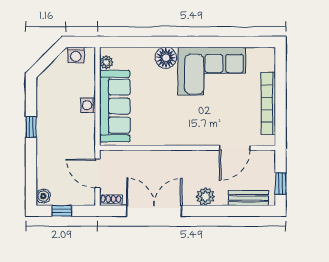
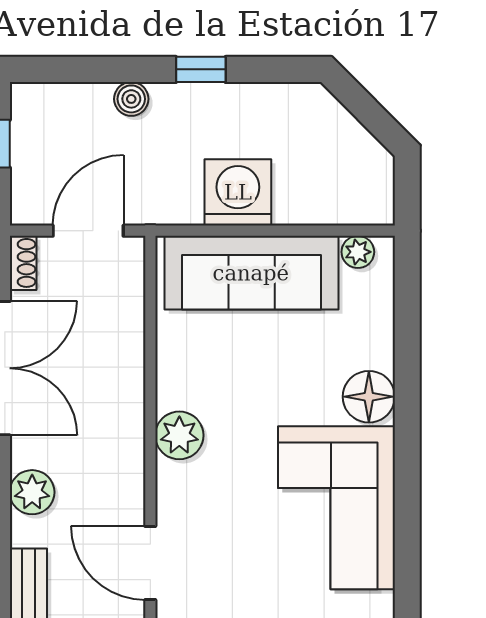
washing machine: (76, 55) -> (375, 178), removed
washing machine: (88, 105) -> (238, 192), width x1.89, depth x1.89
plant: (182, 136) -> (179, 435), added
boiler: (43, 196) -> (131, 99), moved

